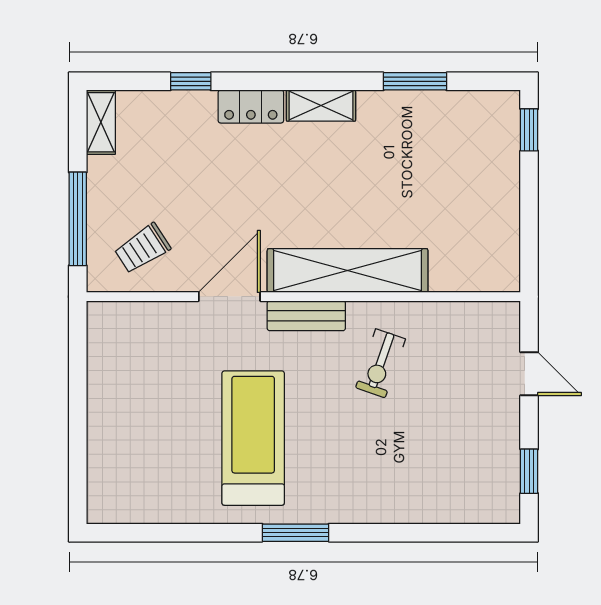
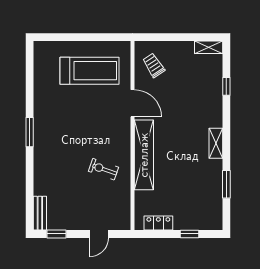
locker: (251, 107) -> (158, 223), moved, turned 90
window: (529, 130) -> (189, 234), moved
window: (78, 219) -> (166, 37), removed
bench: (306, 316) -> (40, 213), moved
treadmill: (253, 438) -> (89, 71), moved

